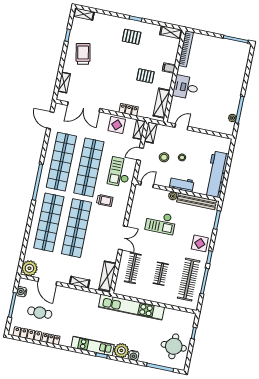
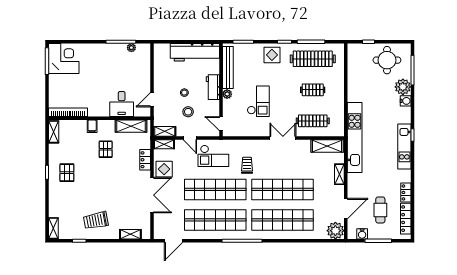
corner desk: (235, 55) -> (64, 58), added
desk: (186, 87) -> (122, 104), moved
double door: (84, 107) -> (152, 195), moved
door: (181, 127) -> (152, 100), hinge flipped
kitchen unit: (131, 307) -> (355, 137), moved
plant: (121, 350) -> (403, 87), moved

